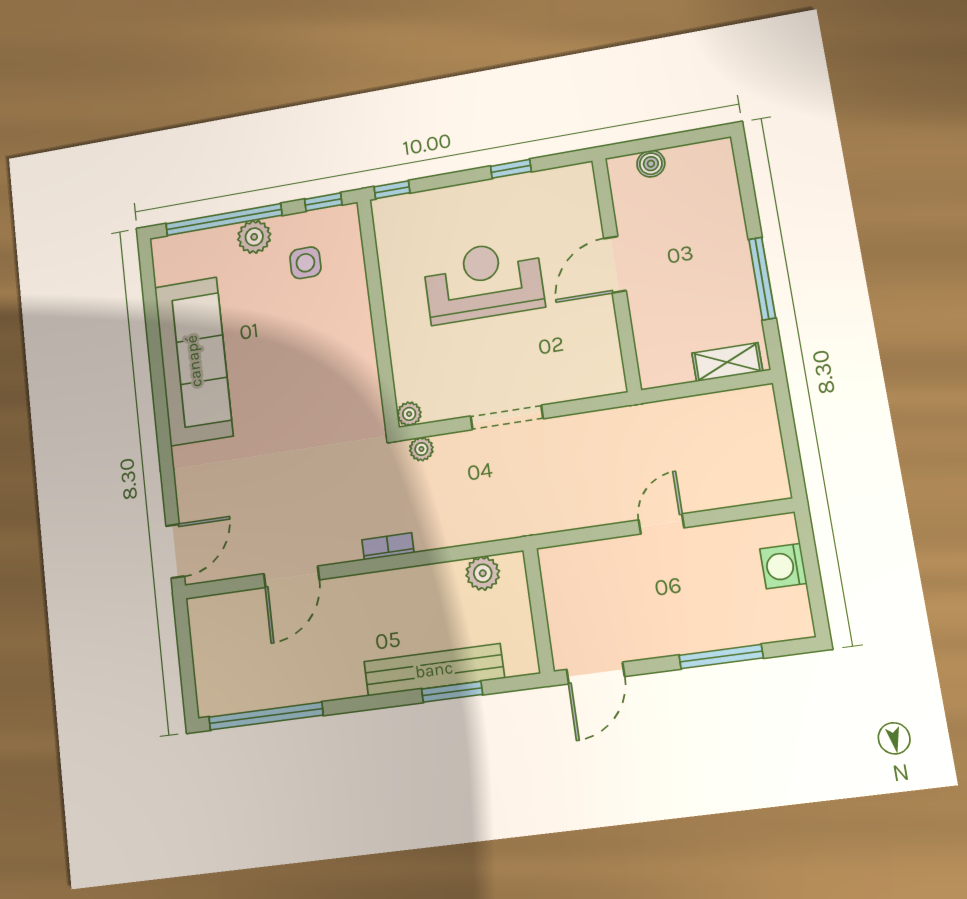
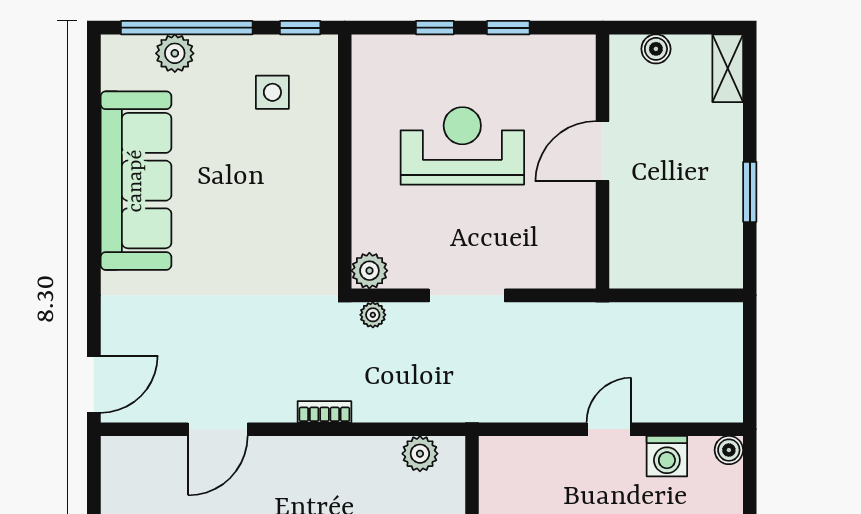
window: (392, 190) -> (435, 28), moved
plant: (254, 237) -> (175, 53), moved
window: (762, 279) -> (750, 192), width x0.69
shelving: (727, 362) -> (728, 68), moved, turned 90
plant: (409, 414) -> (369, 271), width x1.38, depth x1.38
boiler: (783, 527) -> (729, 450), added
washing machine: (783, 566) -> (667, 456), moved, turned -90

